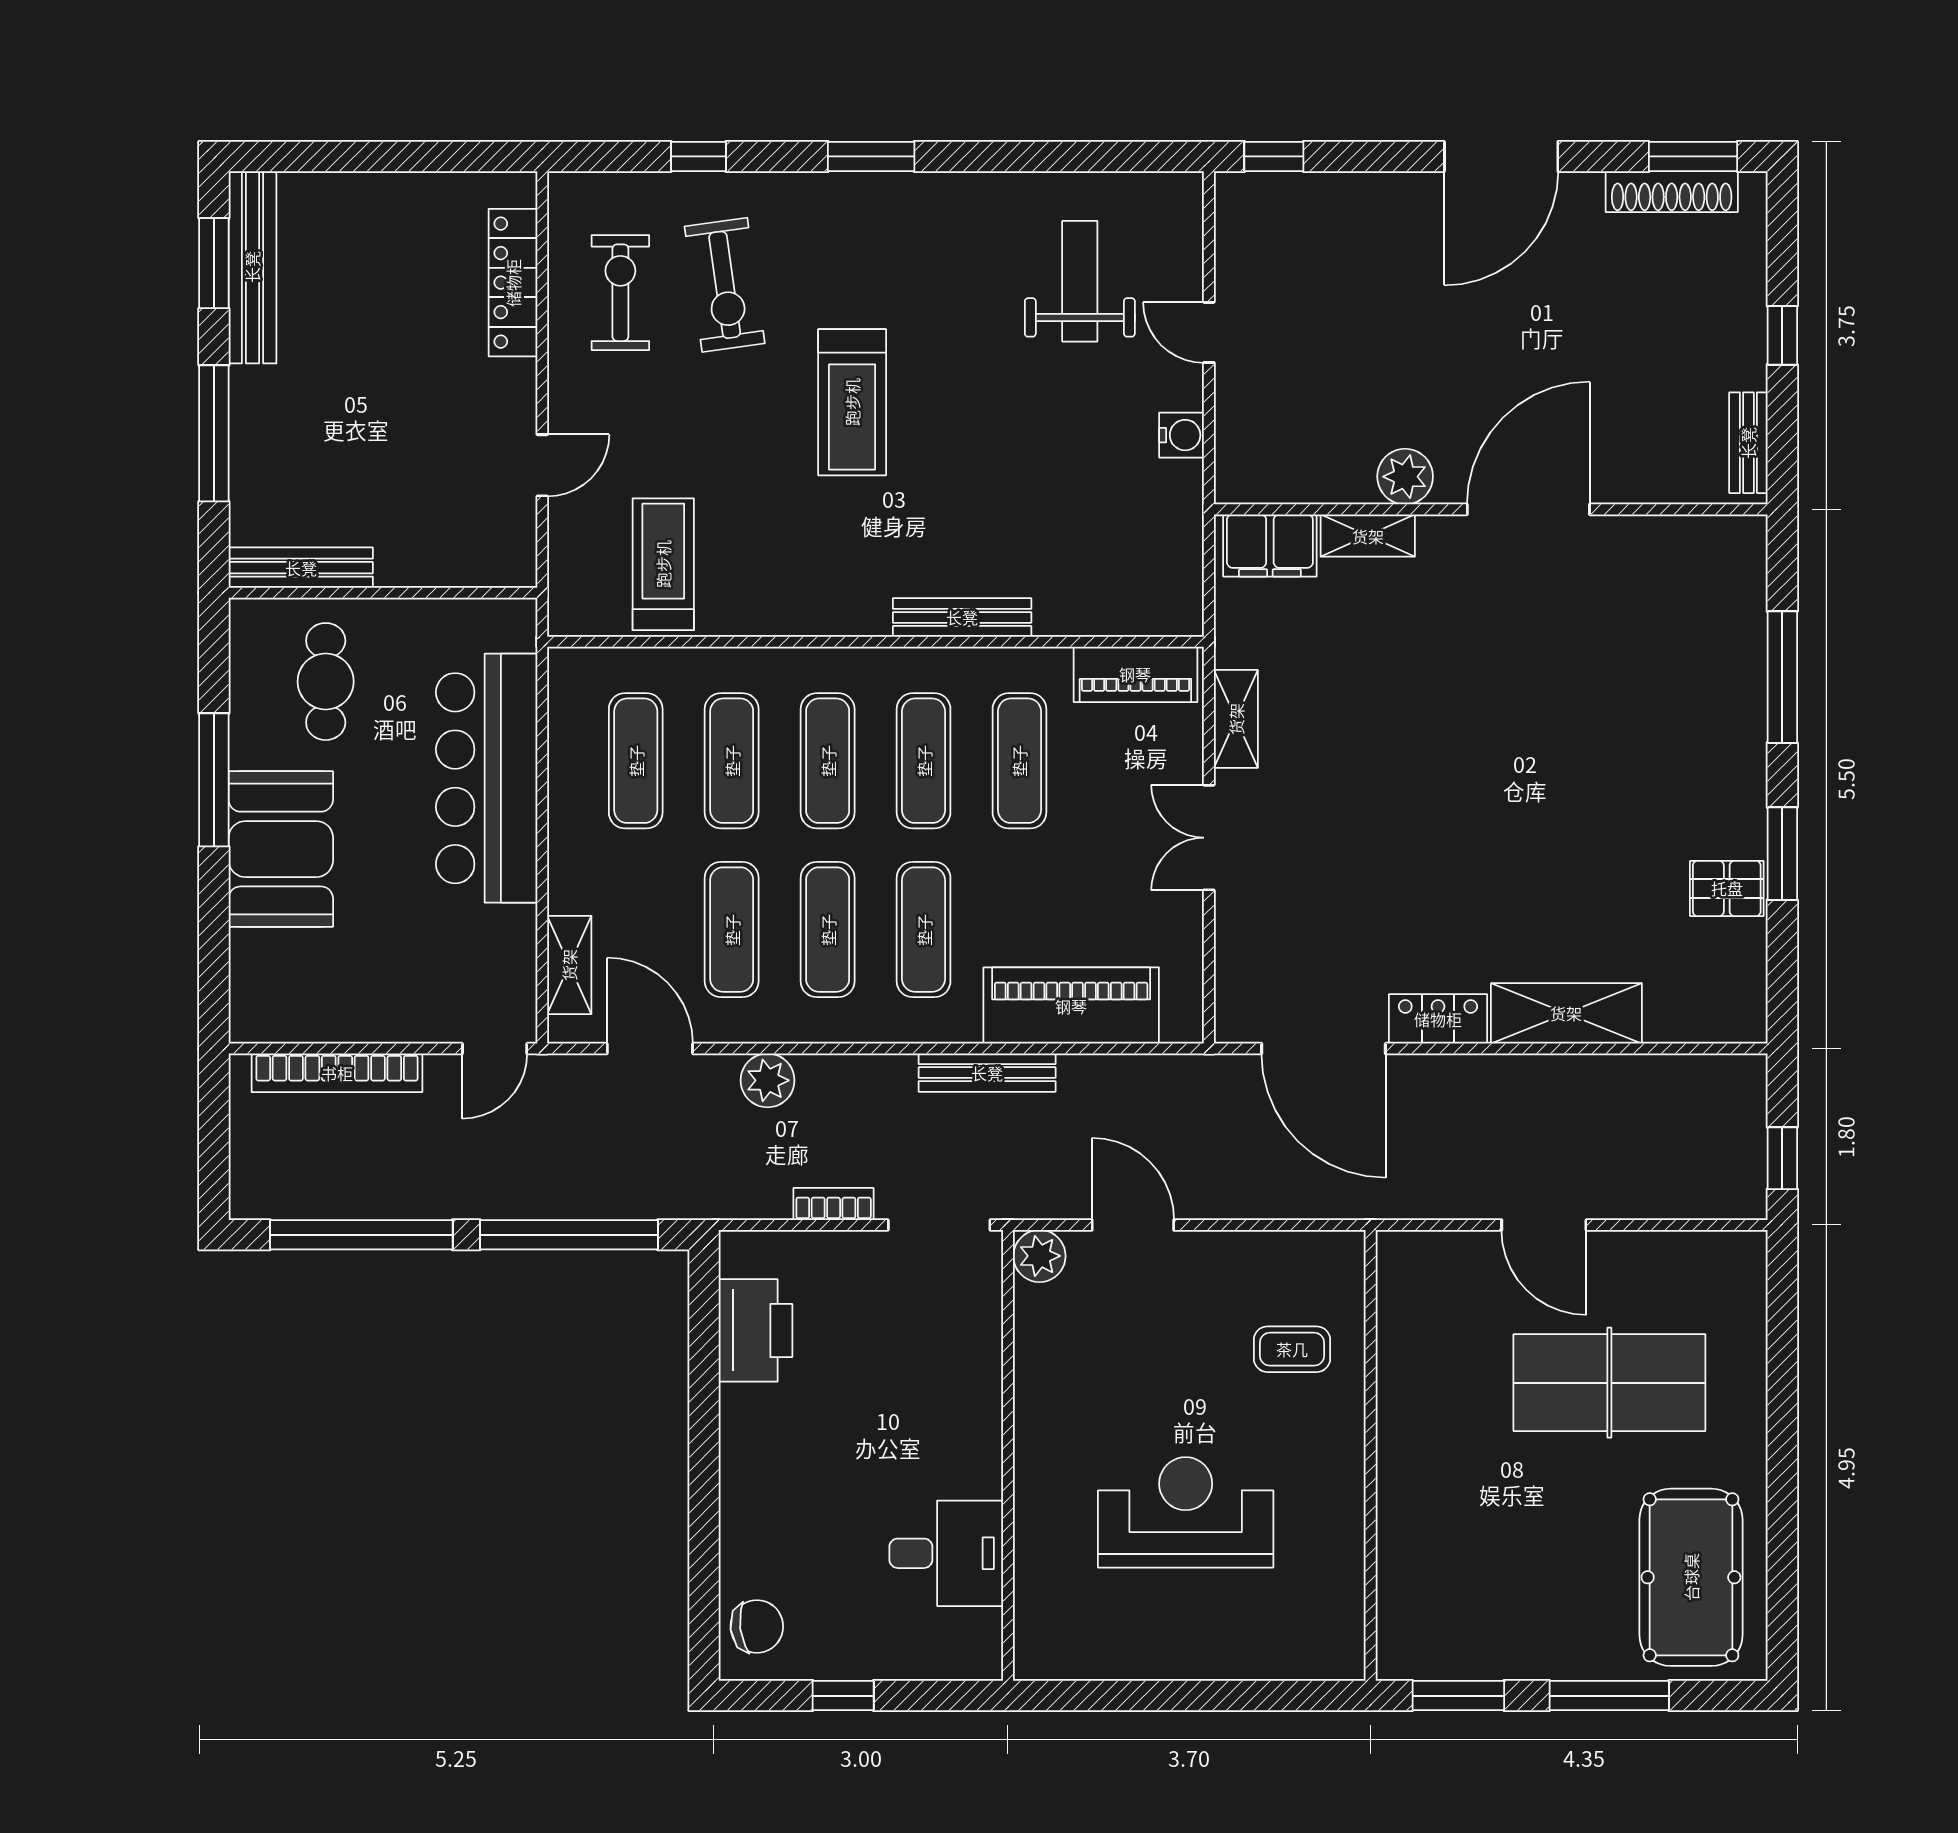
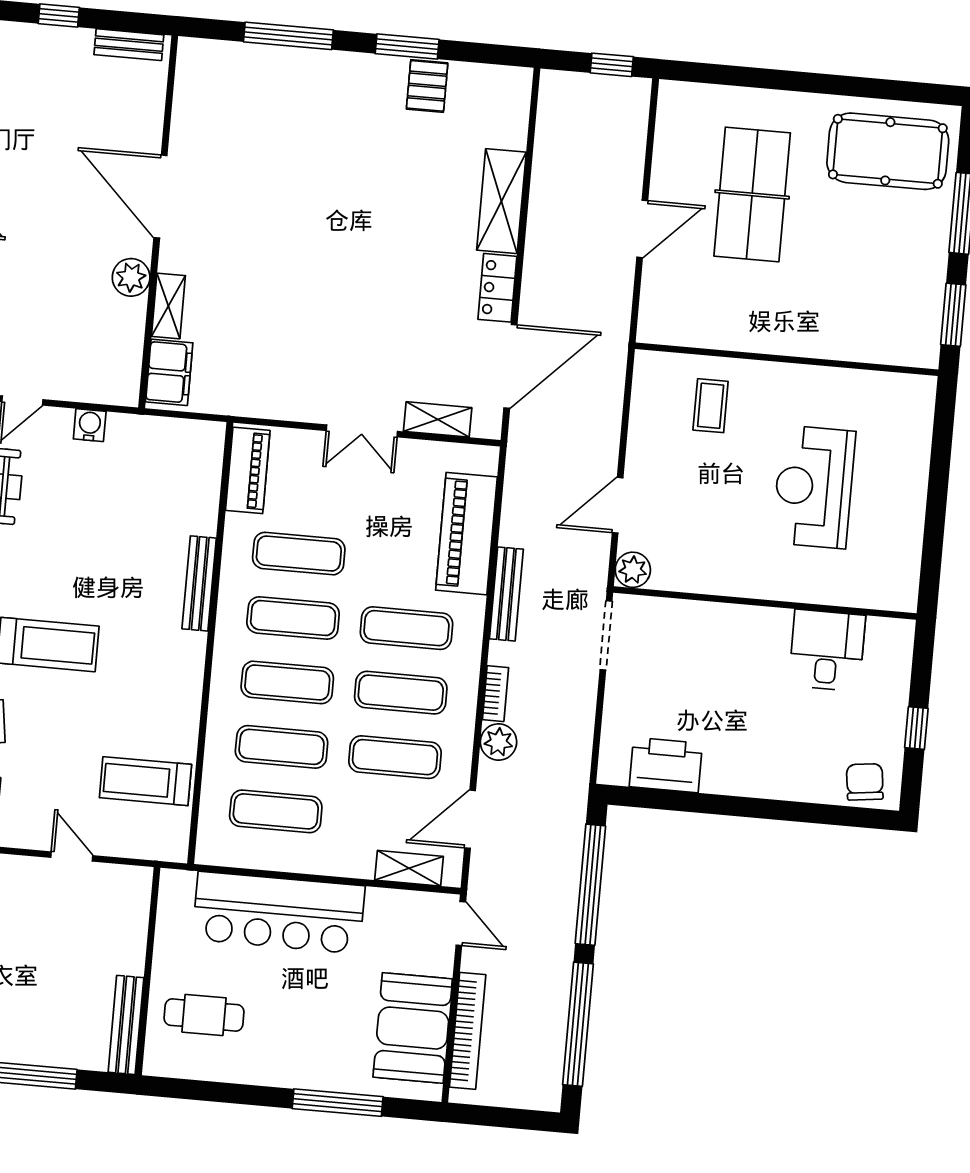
shelving: (1236, 719) -> (438, 419), moved
window: (214, 780) -> (338, 1103), moved
booth: (281, 849) -> (413, 1028), moved, turned 90
bookcase: (834, 1204) -> (495, 694), moved, turned 180

